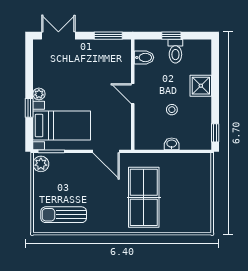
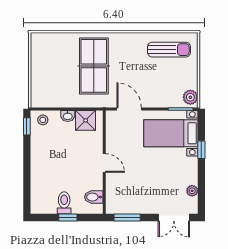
shower: (201, 86) -> (86, 120), moved
plant: (39, 94) -> (192, 191), moved
stool: (172, 110) -> (43, 120), moved

